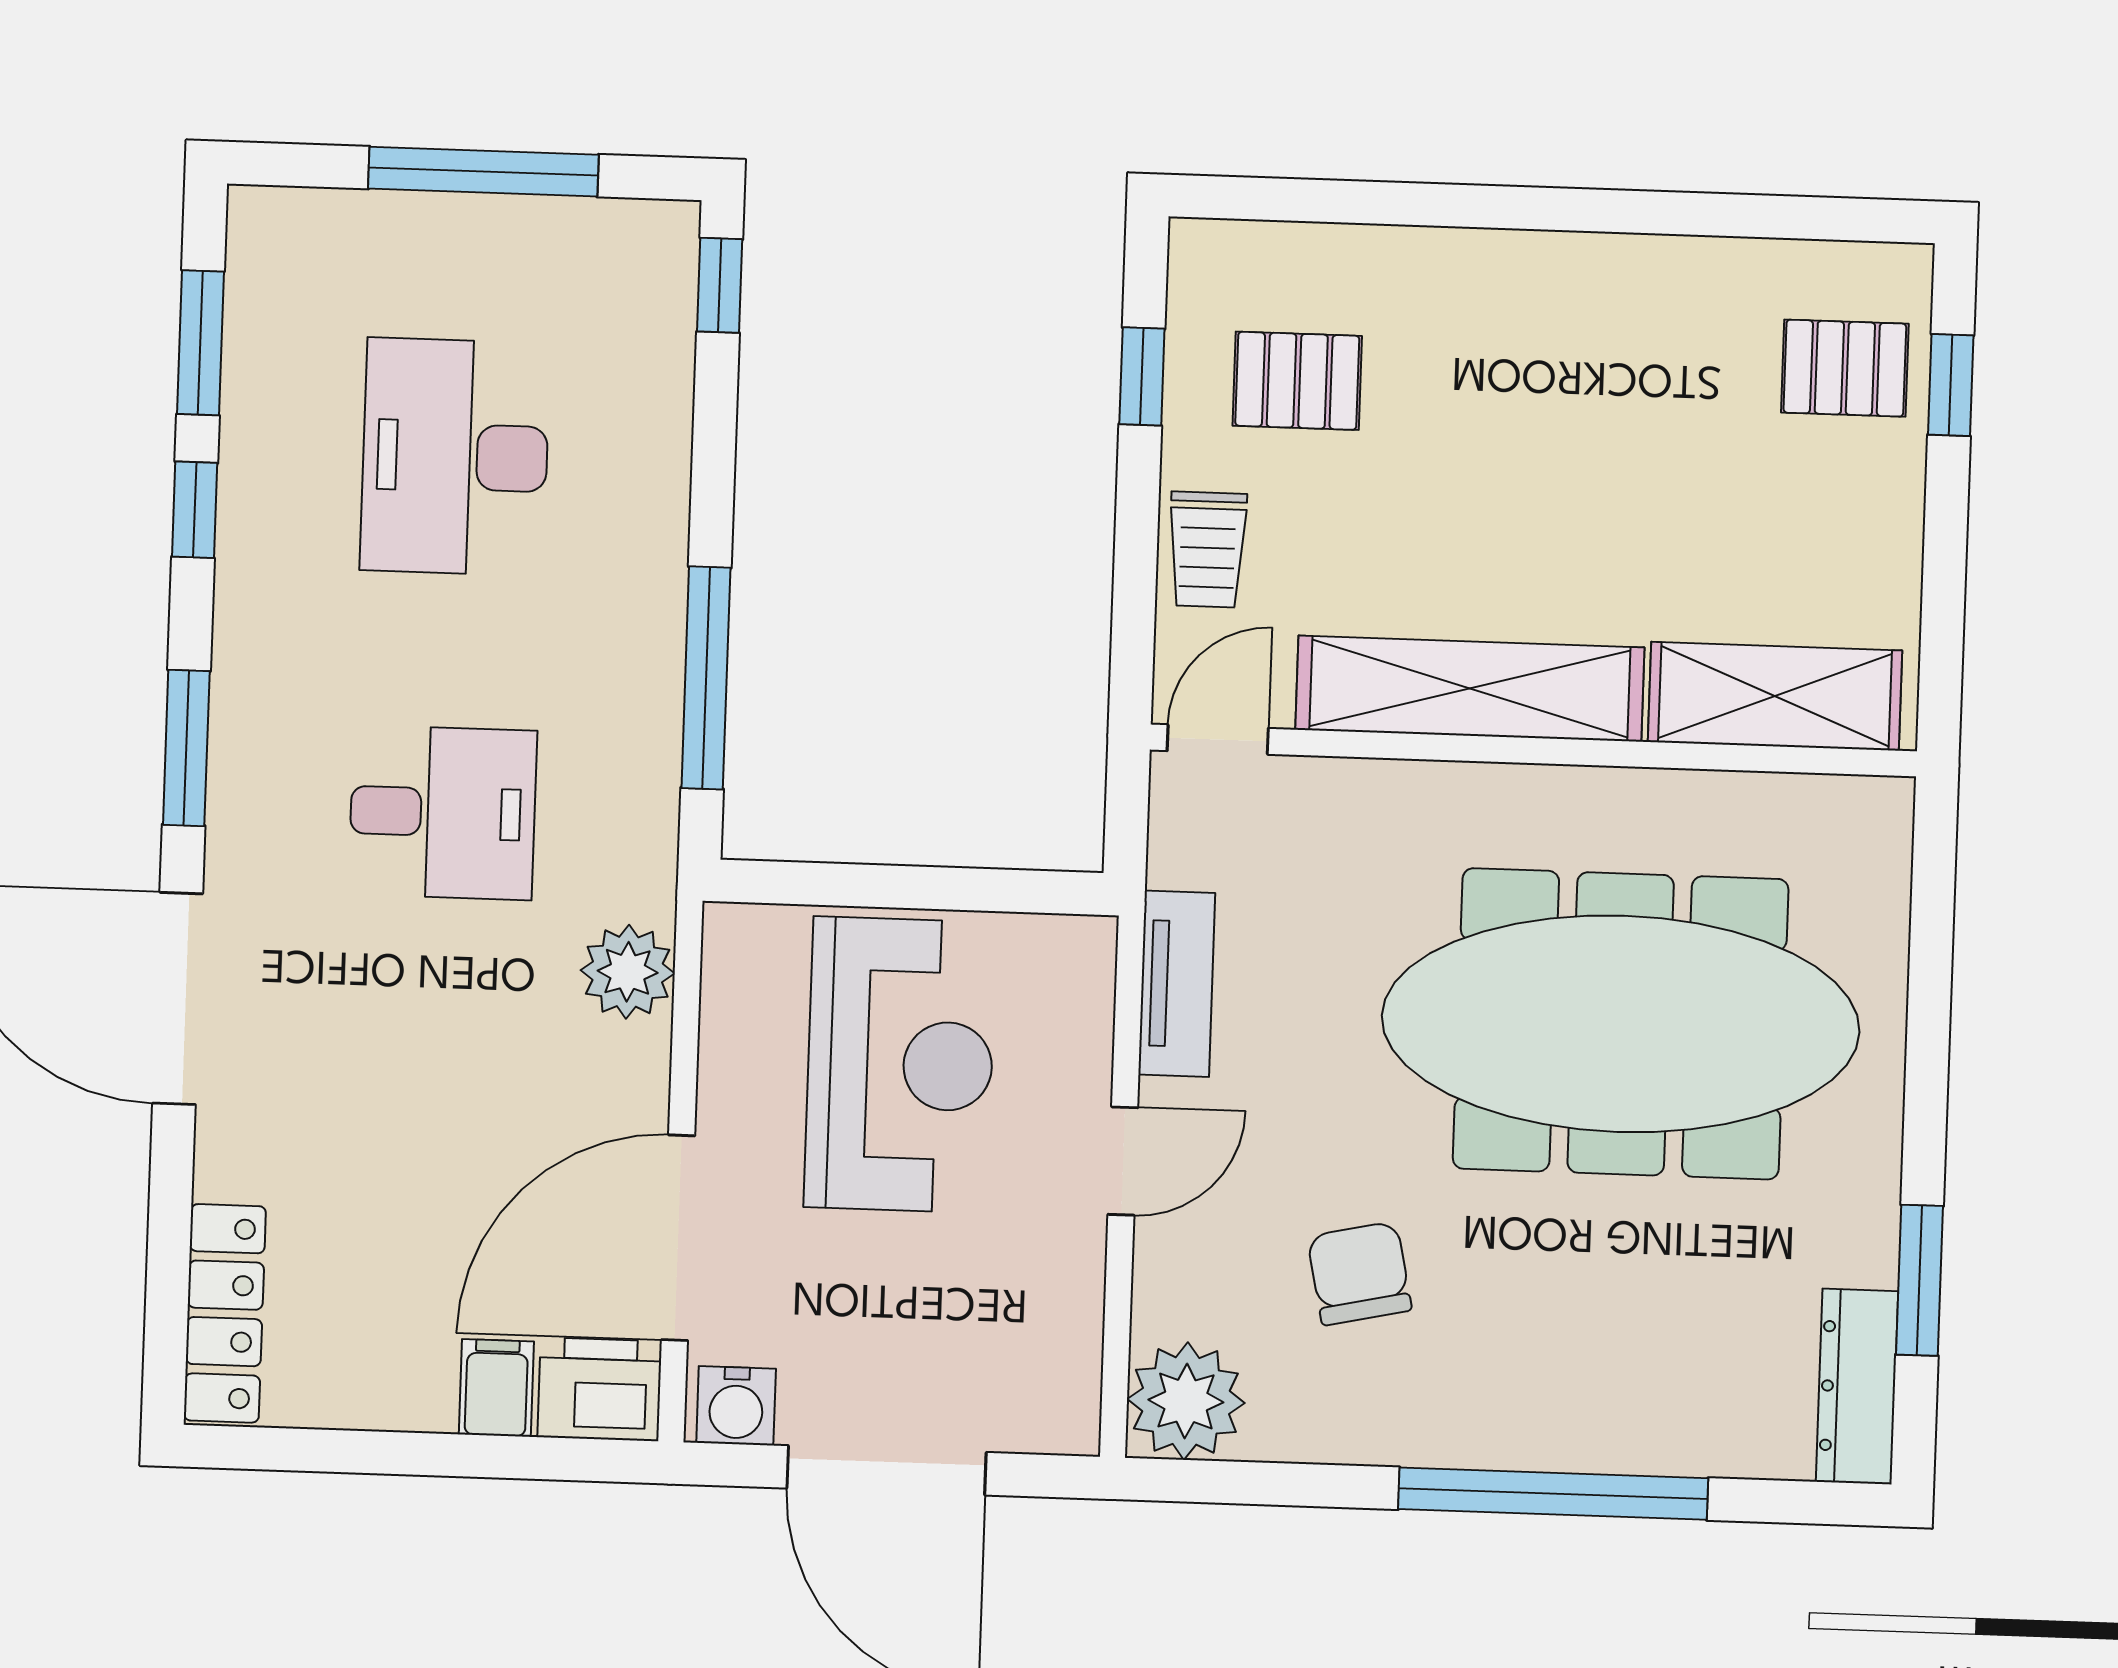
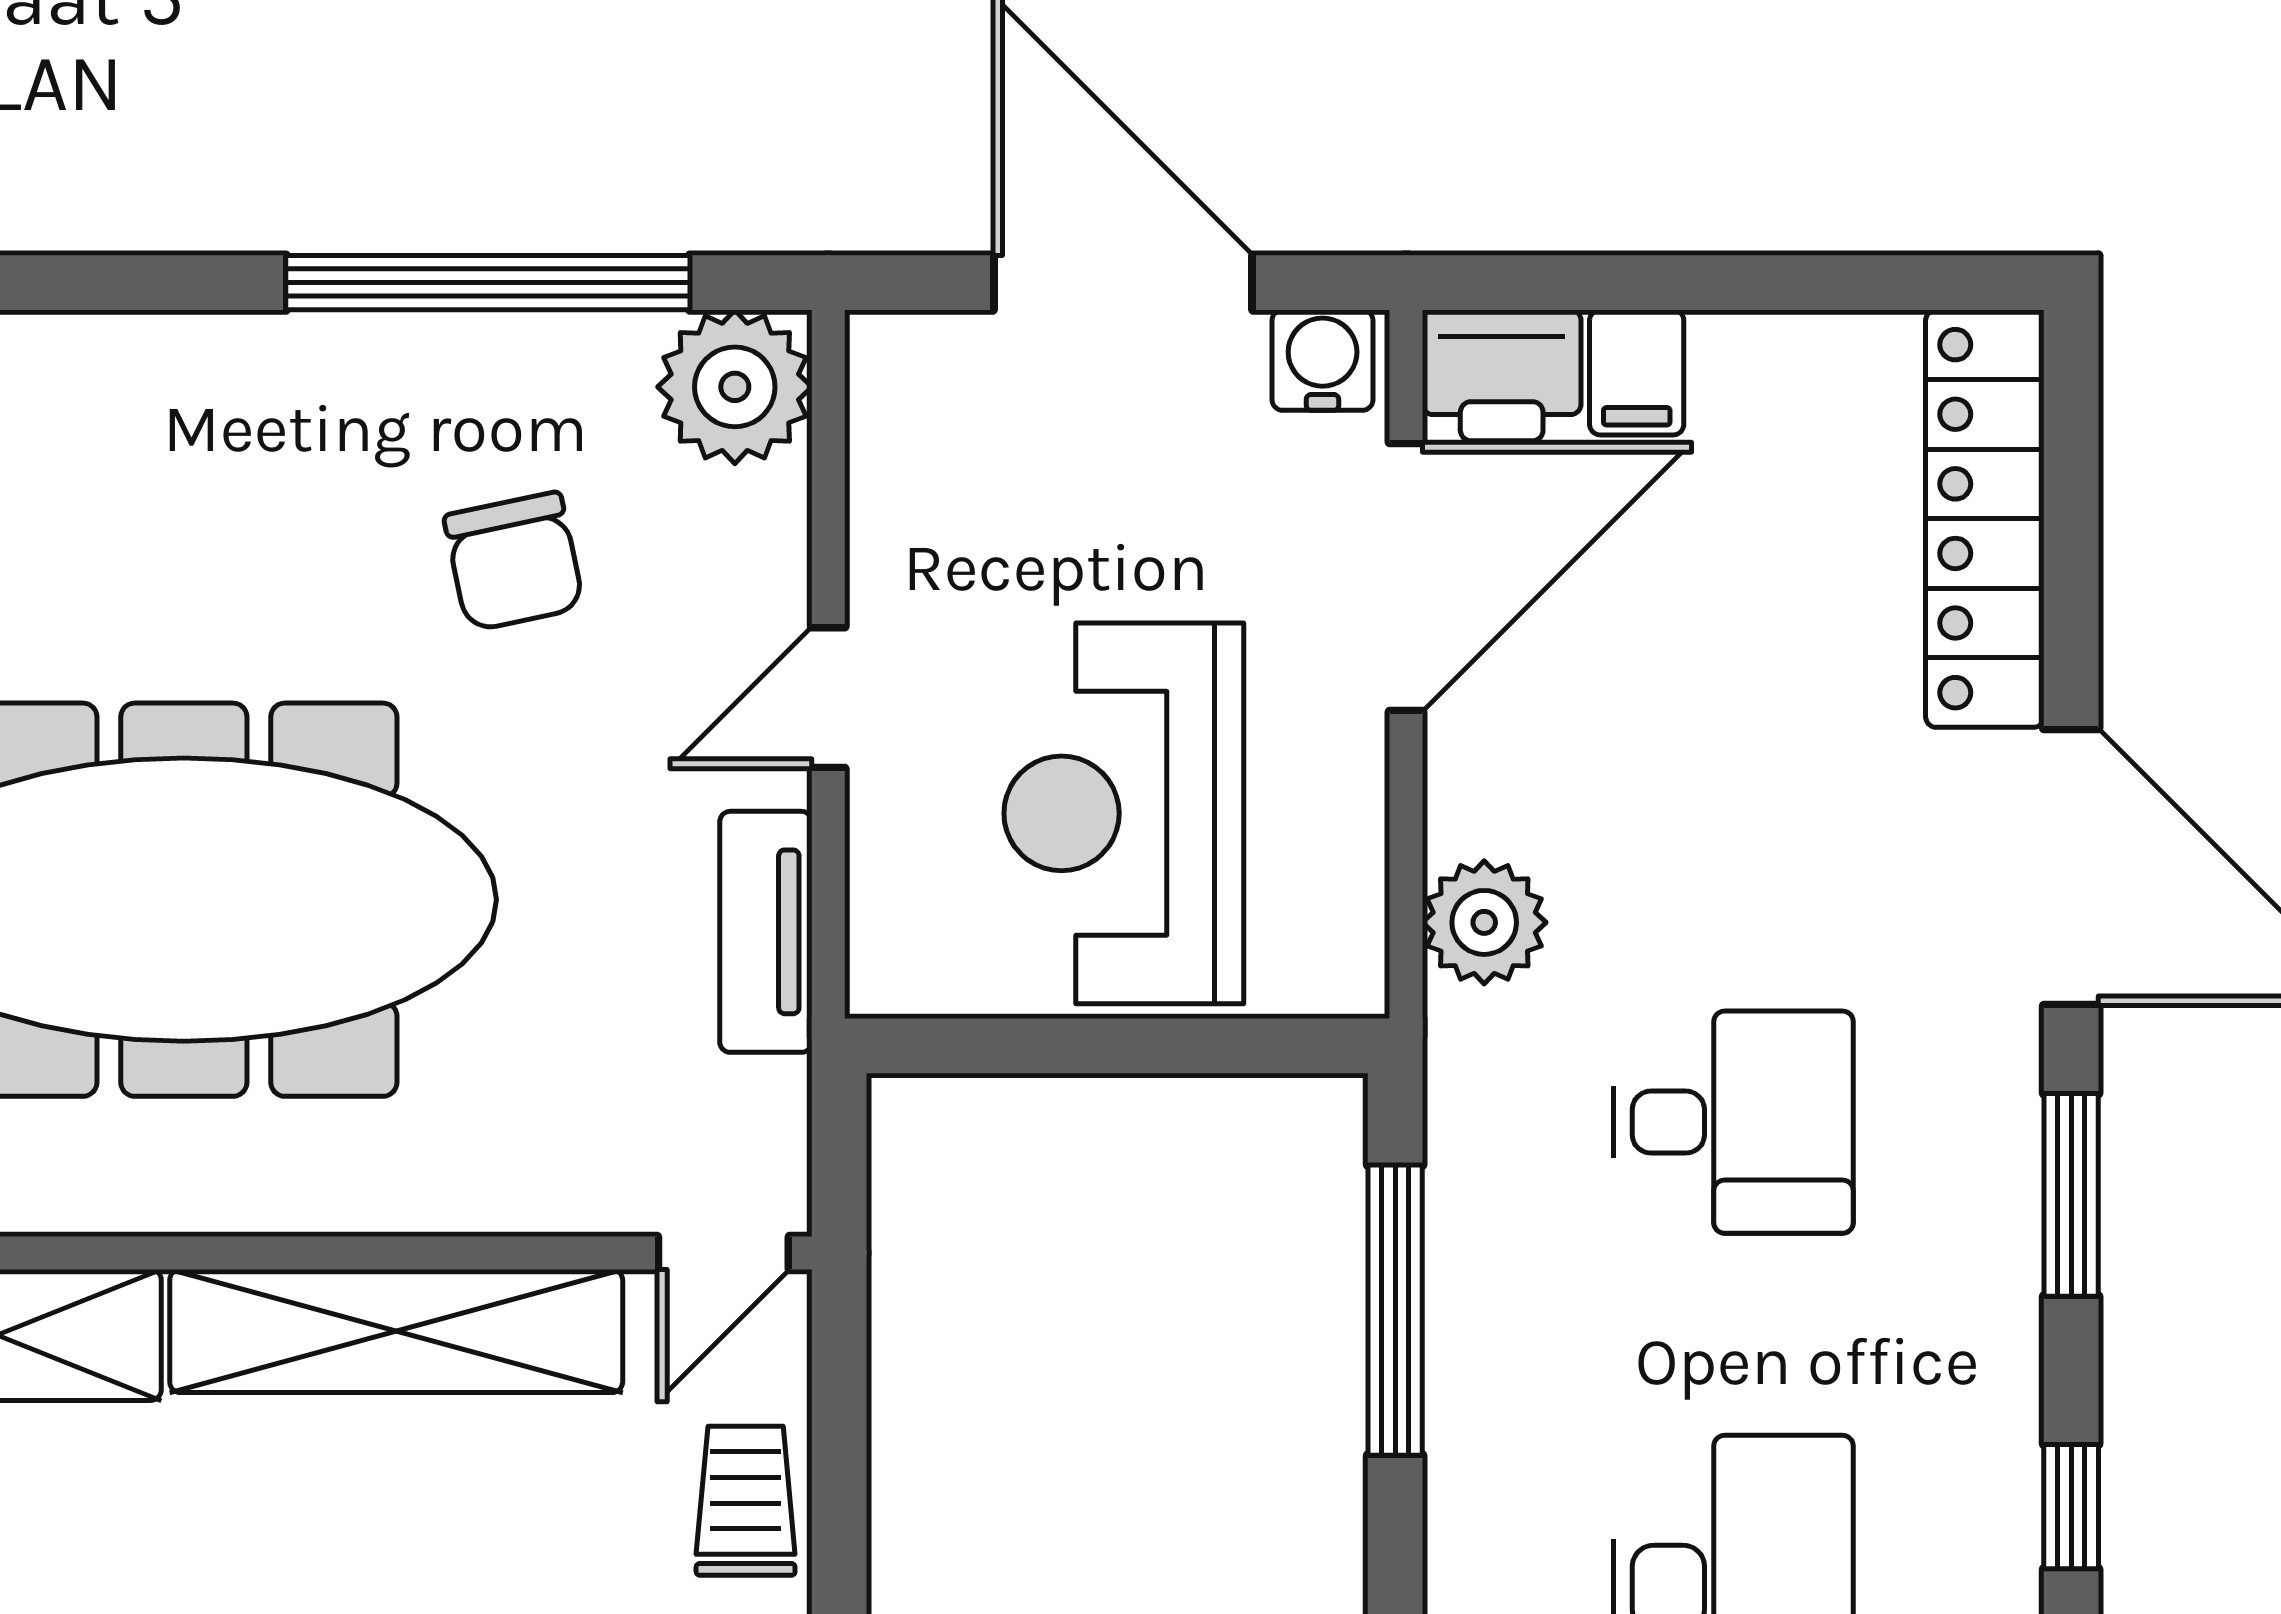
desk: (443, 813) -> (1733, 1122), turned 180
locker: (225, 1313) -> (1985, 519), width x1.41, depth x1.21
window: (1553, 1494) -> (488, 283), moved

